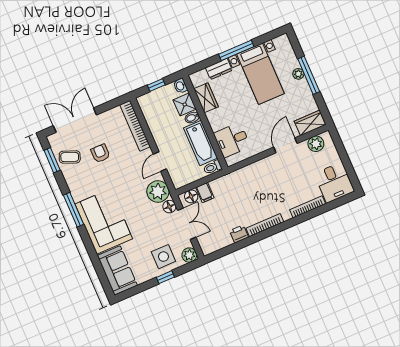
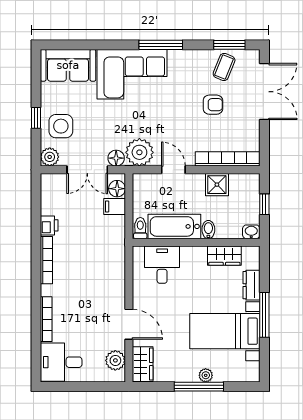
shower: (185, 104) -> (217, 185), moved

